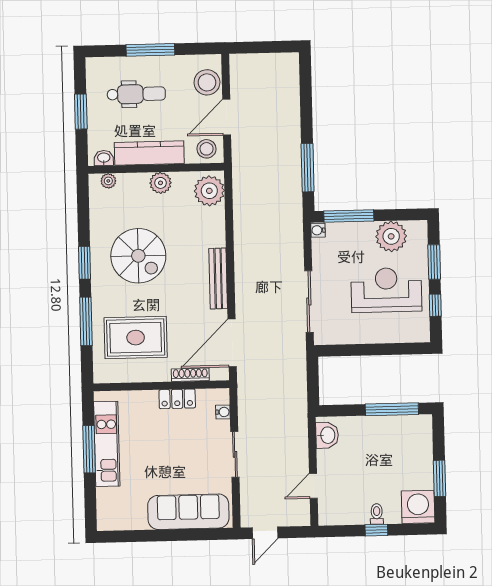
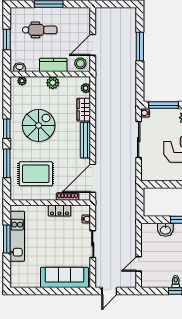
stool: (207, 82) -> (82, 24), removed
kitchen counter: (149, 153) -> (53, 65), width x0.67
window: (308, 168) -> (140, 47), moved
plant: (209, 191) -> (86, 88), width x0.53, depth x0.53
wardrobe: (214, 227) -> (84, 110), added
spiral stairs: (138, 256) -> (39, 125), turned -90
sliding door: (309, 301) -> (139, 140), moved
washbasin: (327, 435) -> (165, 230), moved, turned 90

